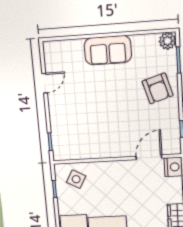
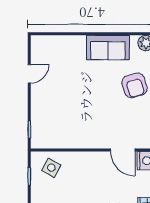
sofa: (108, 50) -> (108, 48), moved
door: (149, 157) -> (123, 150), swing flipped

